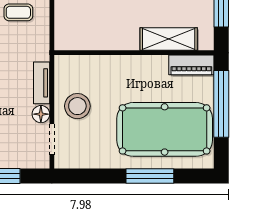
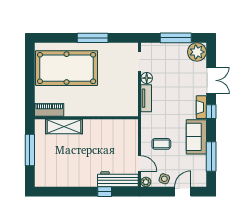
window: (221, 104) -> (30, 85), removed
stool: (77, 106) -> (123, 83), removed
window: (150, 176) -> (93, 38), moved

